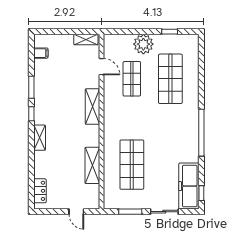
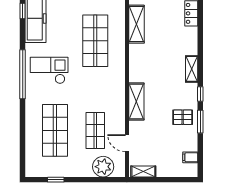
plant: (143, 44) -> (103, 167), moved
pallet: (48, 91) -> (183, 117), added
checkout: (176, 136) -> (49, 70), added
shelving: (92, 165) -> (137, 24), moved

